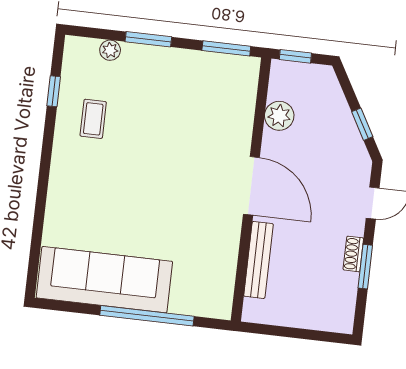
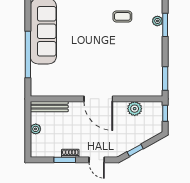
window: (148, 39) -> (165, 25), moved
door: (251, 186) -> (98, 99), hinge flipped
bench: (258, 260) -> (49, 107), moved
plant: (297, 317) -> (36, 129), added

